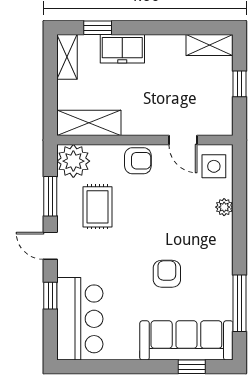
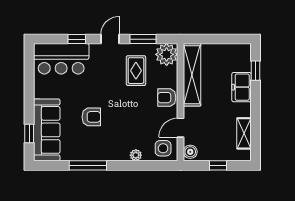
shelving: (209, 45) -> (244, 133), moved
shelving: (67, 57) -> (236, 50), removed
shelving: (89, 123) -> (192, 75), width x1.47
boiler: (219, 126) -> (190, 152), added
armchair: (138, 161) -> (167, 98), turned 90
rug: (98, 207) -> (136, 71), turned 90
window: (240, 303) -> (88, 165), moved

